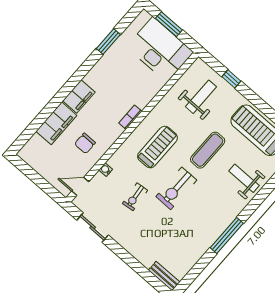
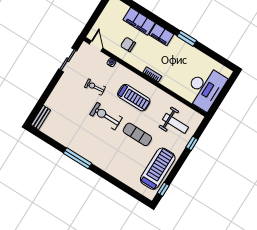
window: (169, 24) -> (224, 92), removed
window: (108, 42) -> (187, 38), moved
weight bench: (244, 178) -> (121, 164), removed

